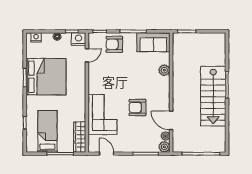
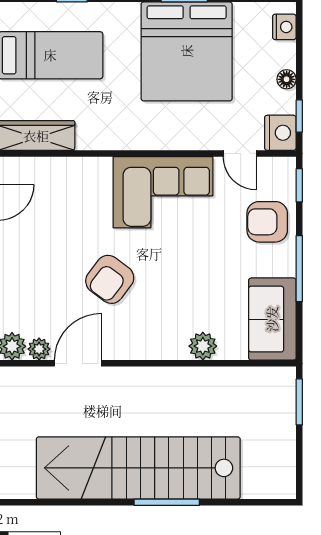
armchair: (114, 44) -> (267, 222), turned -90
stairs: (213, 96) -> (138, 468), width x1.36
armchair: (137, 108) -> (110, 279), turned -143
corner sofa: (102, 115) -> (163, 192), moved

